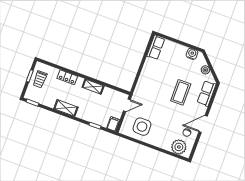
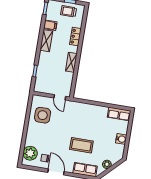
water cooler: (192, 54) -> (121, 139), moved
filing cabinet: (113, 124) -> (50, 25), moved

